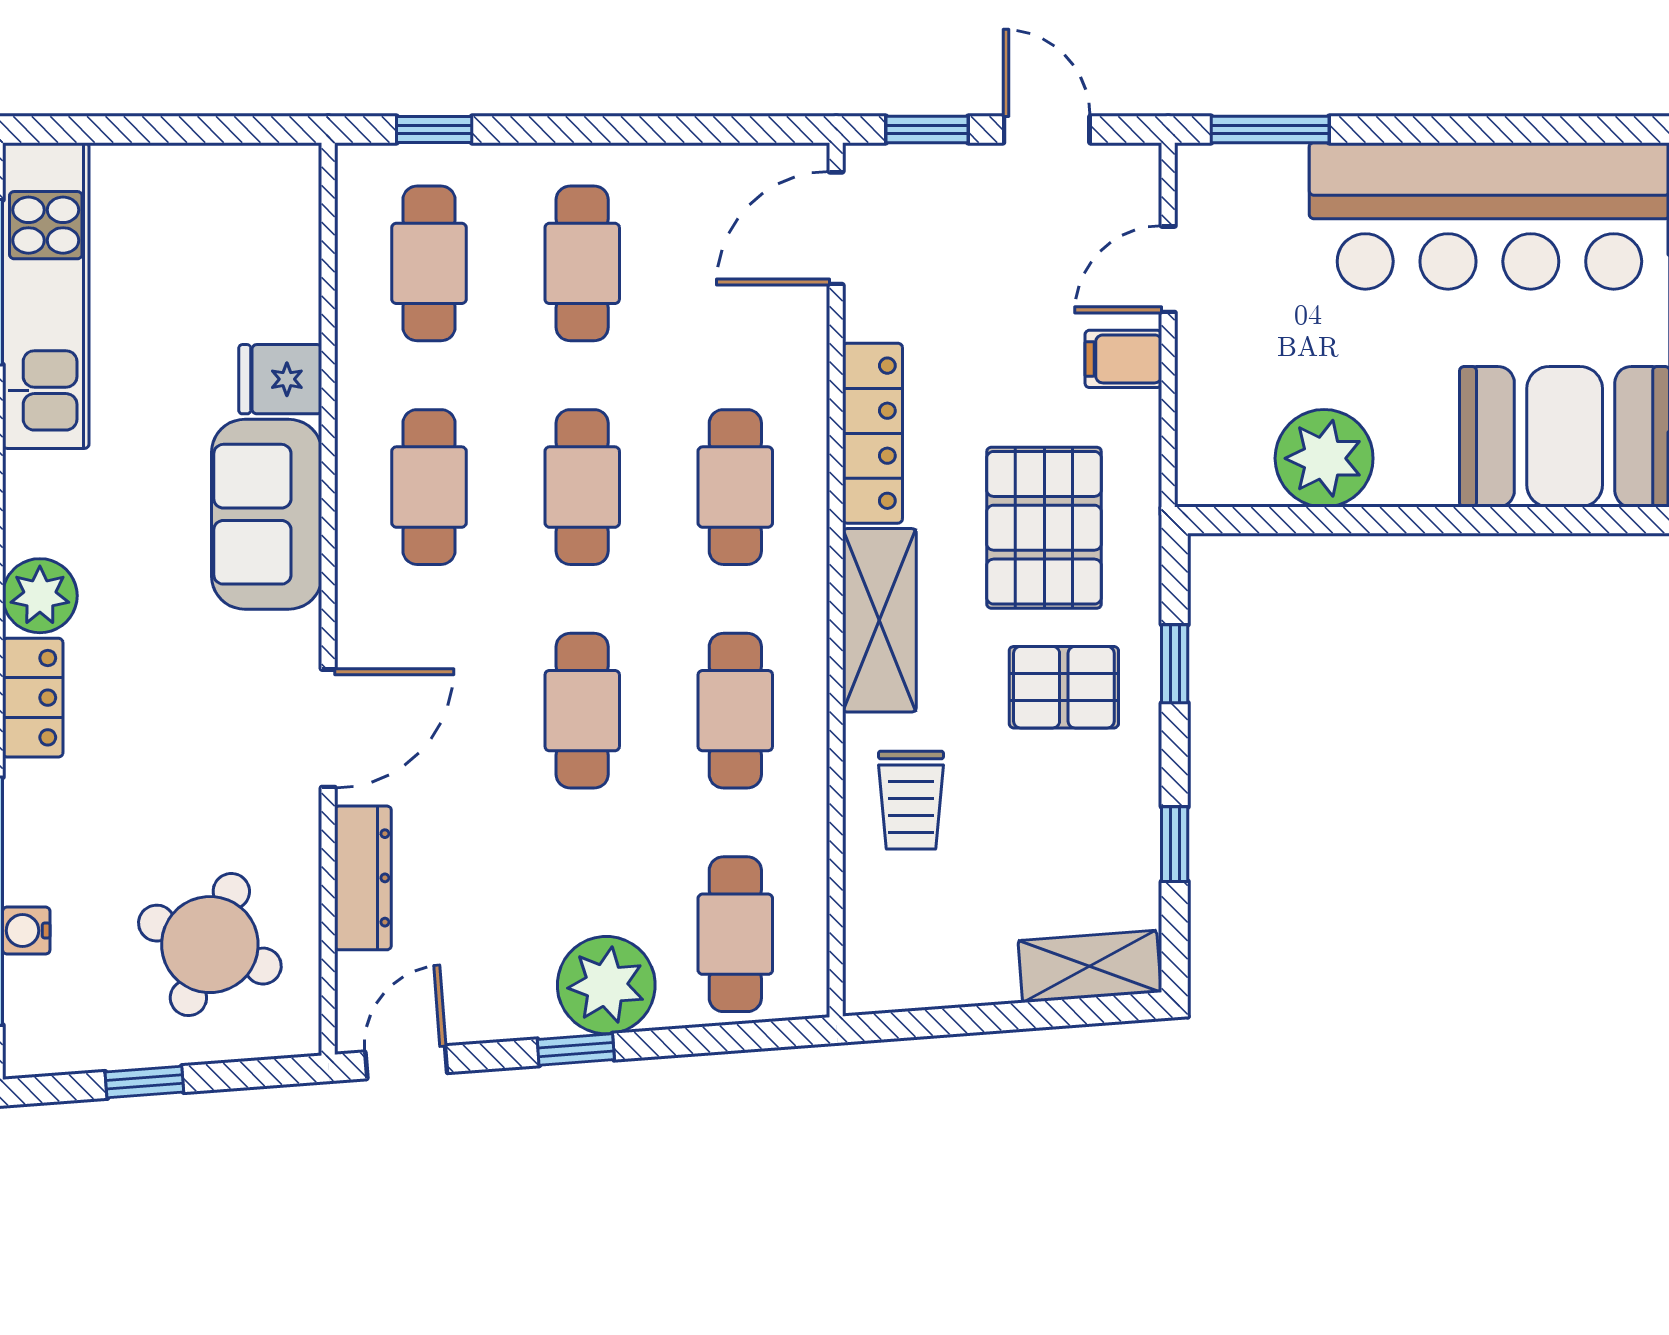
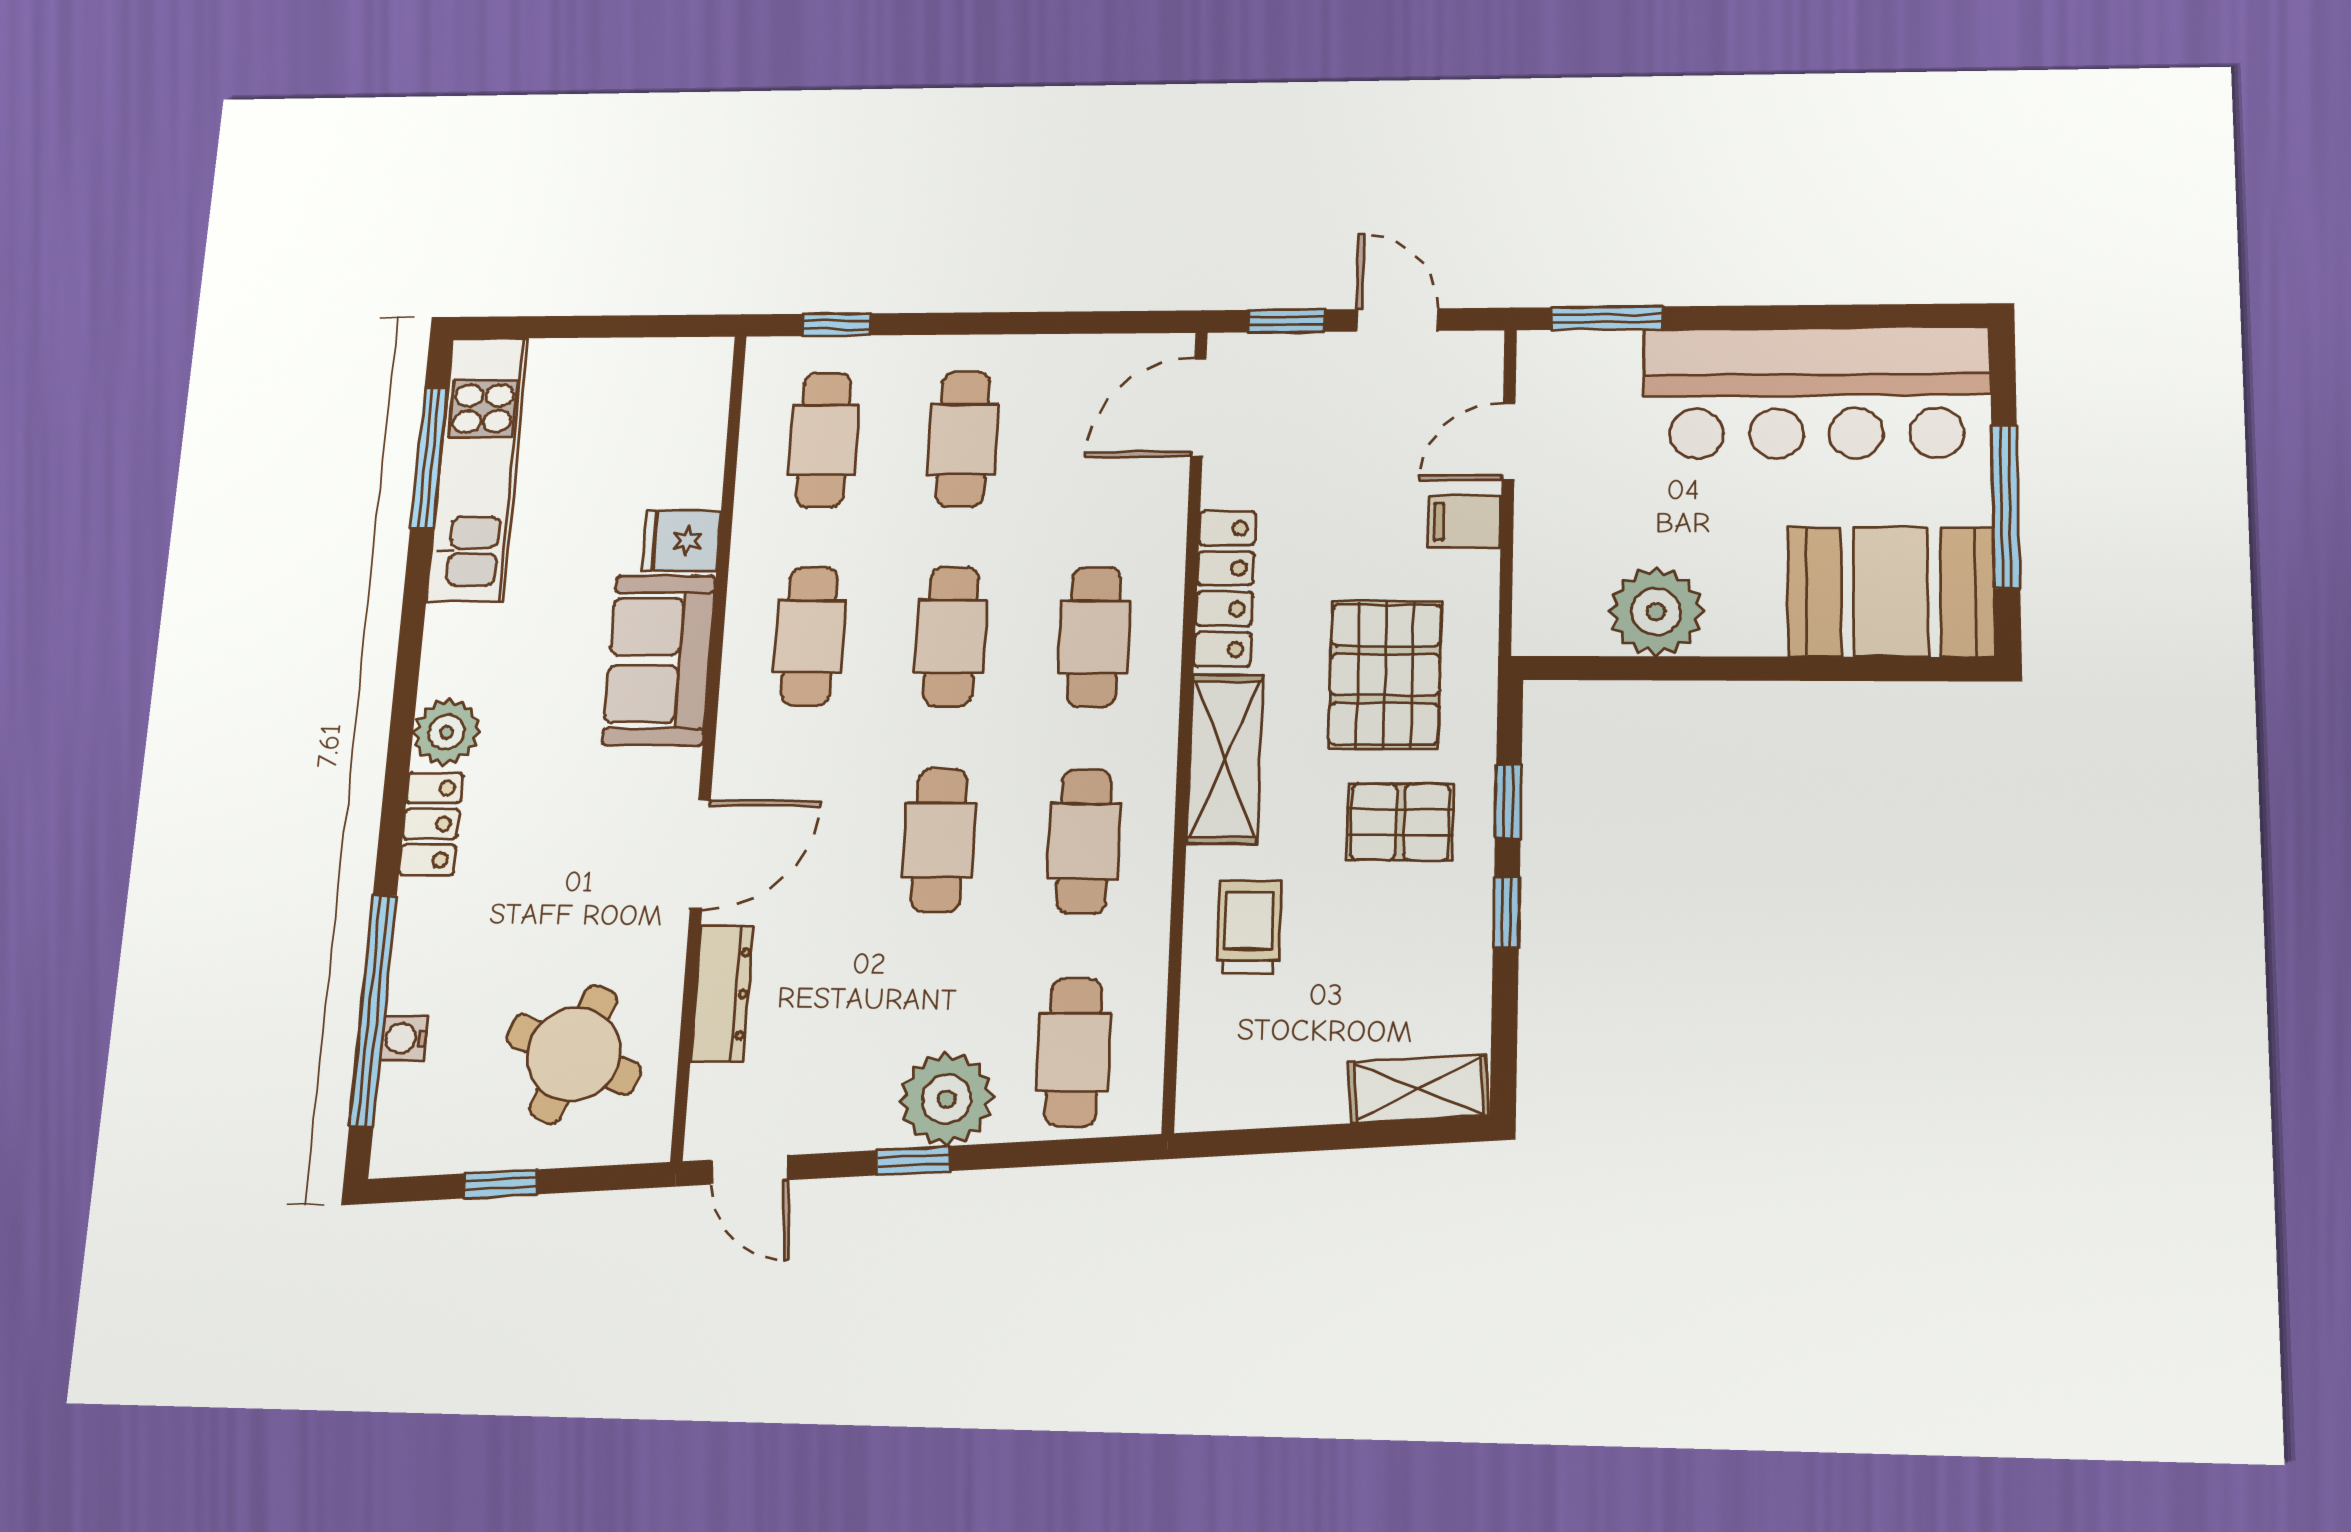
trolley: (911, 800) -> (1249, 927), turned 180
window: (1175, 844) -> (1506, 912), moved
door: (406, 1062) -> (750, 1170), swing flipped

